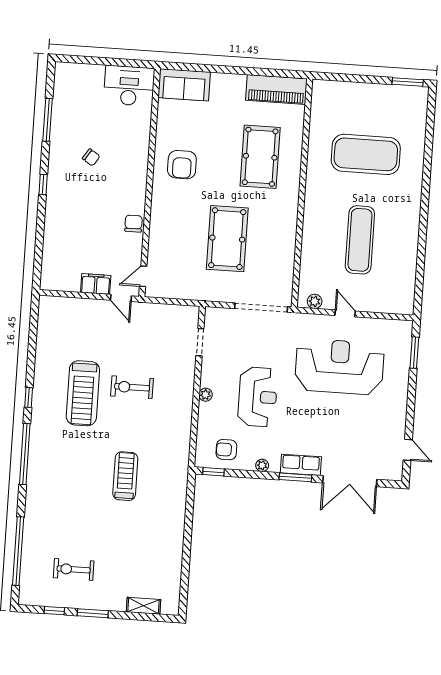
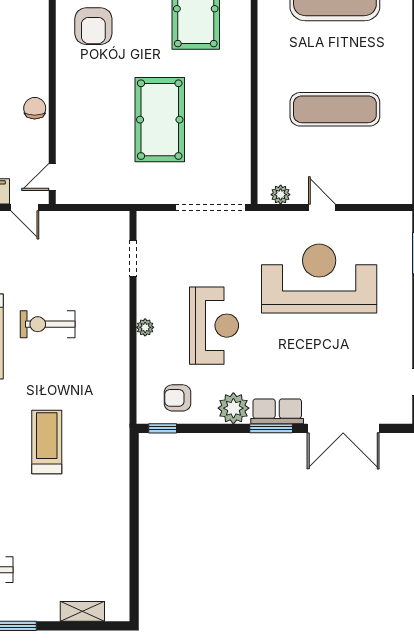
exercise mat: (360, 240) -> (335, 109), turned 90
plant: (262, 465) -> (233, 408), width x1.88, depth x1.88

